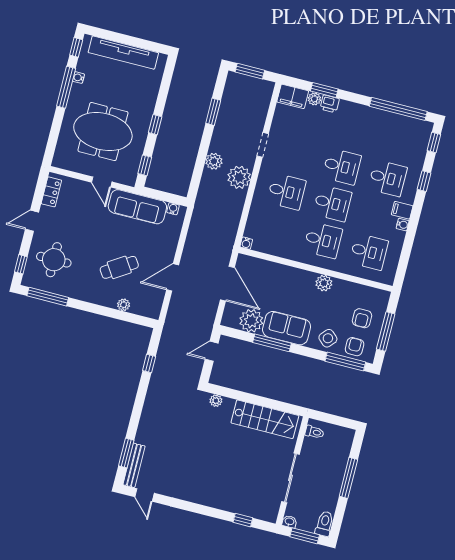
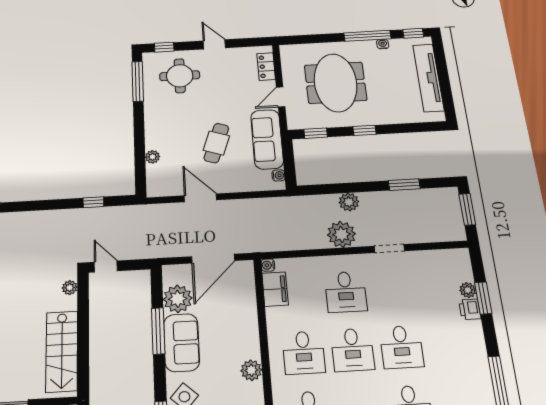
filing cabinet: (293, 96) -> (275, 289), moved, turned 180
locker: (51, 192) -> (266, 66), moved, turned 90
cafe table: (119, 267) -> (216, 143), moved, turned 52
door: (212, 351) -> (106, 266), moved

